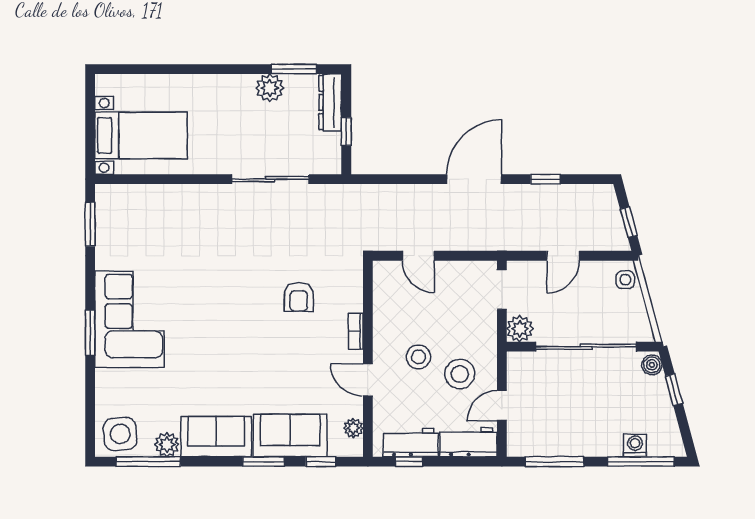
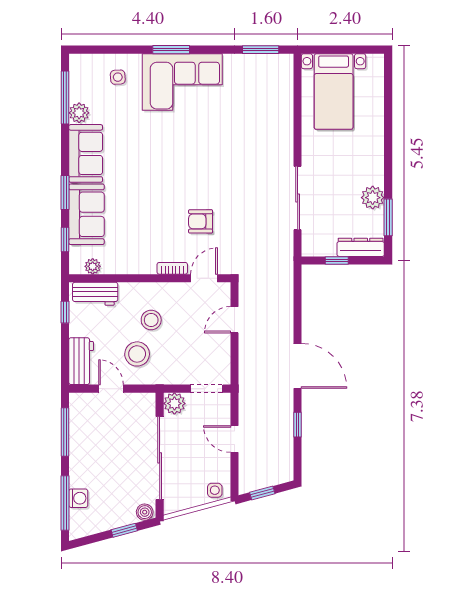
door: (368, 380) -> (204, 278), moved
side table: (120, 434) -> (118, 77), moved, width x0.54, depth x0.54
workbench: (411, 443) -> (95, 294), moved, turned 90

